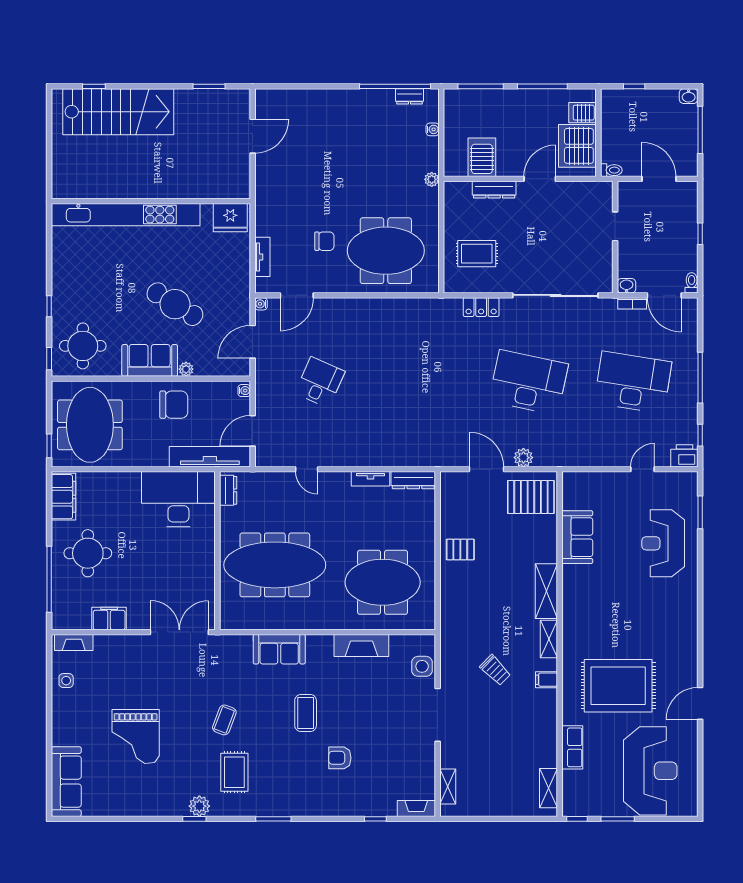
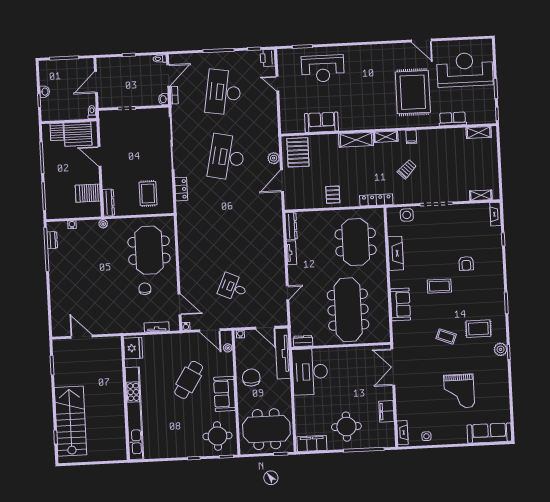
washbasin: (689, 96) -> (45, 92), moved
dresser: (494, 190) -> (108, 203), moved
plant: (186, 369) -> (228, 348), moved
locker: (448, 619) -> (376, 200), added
grand piano: (136, 736) -> (459, 391), turned 90

